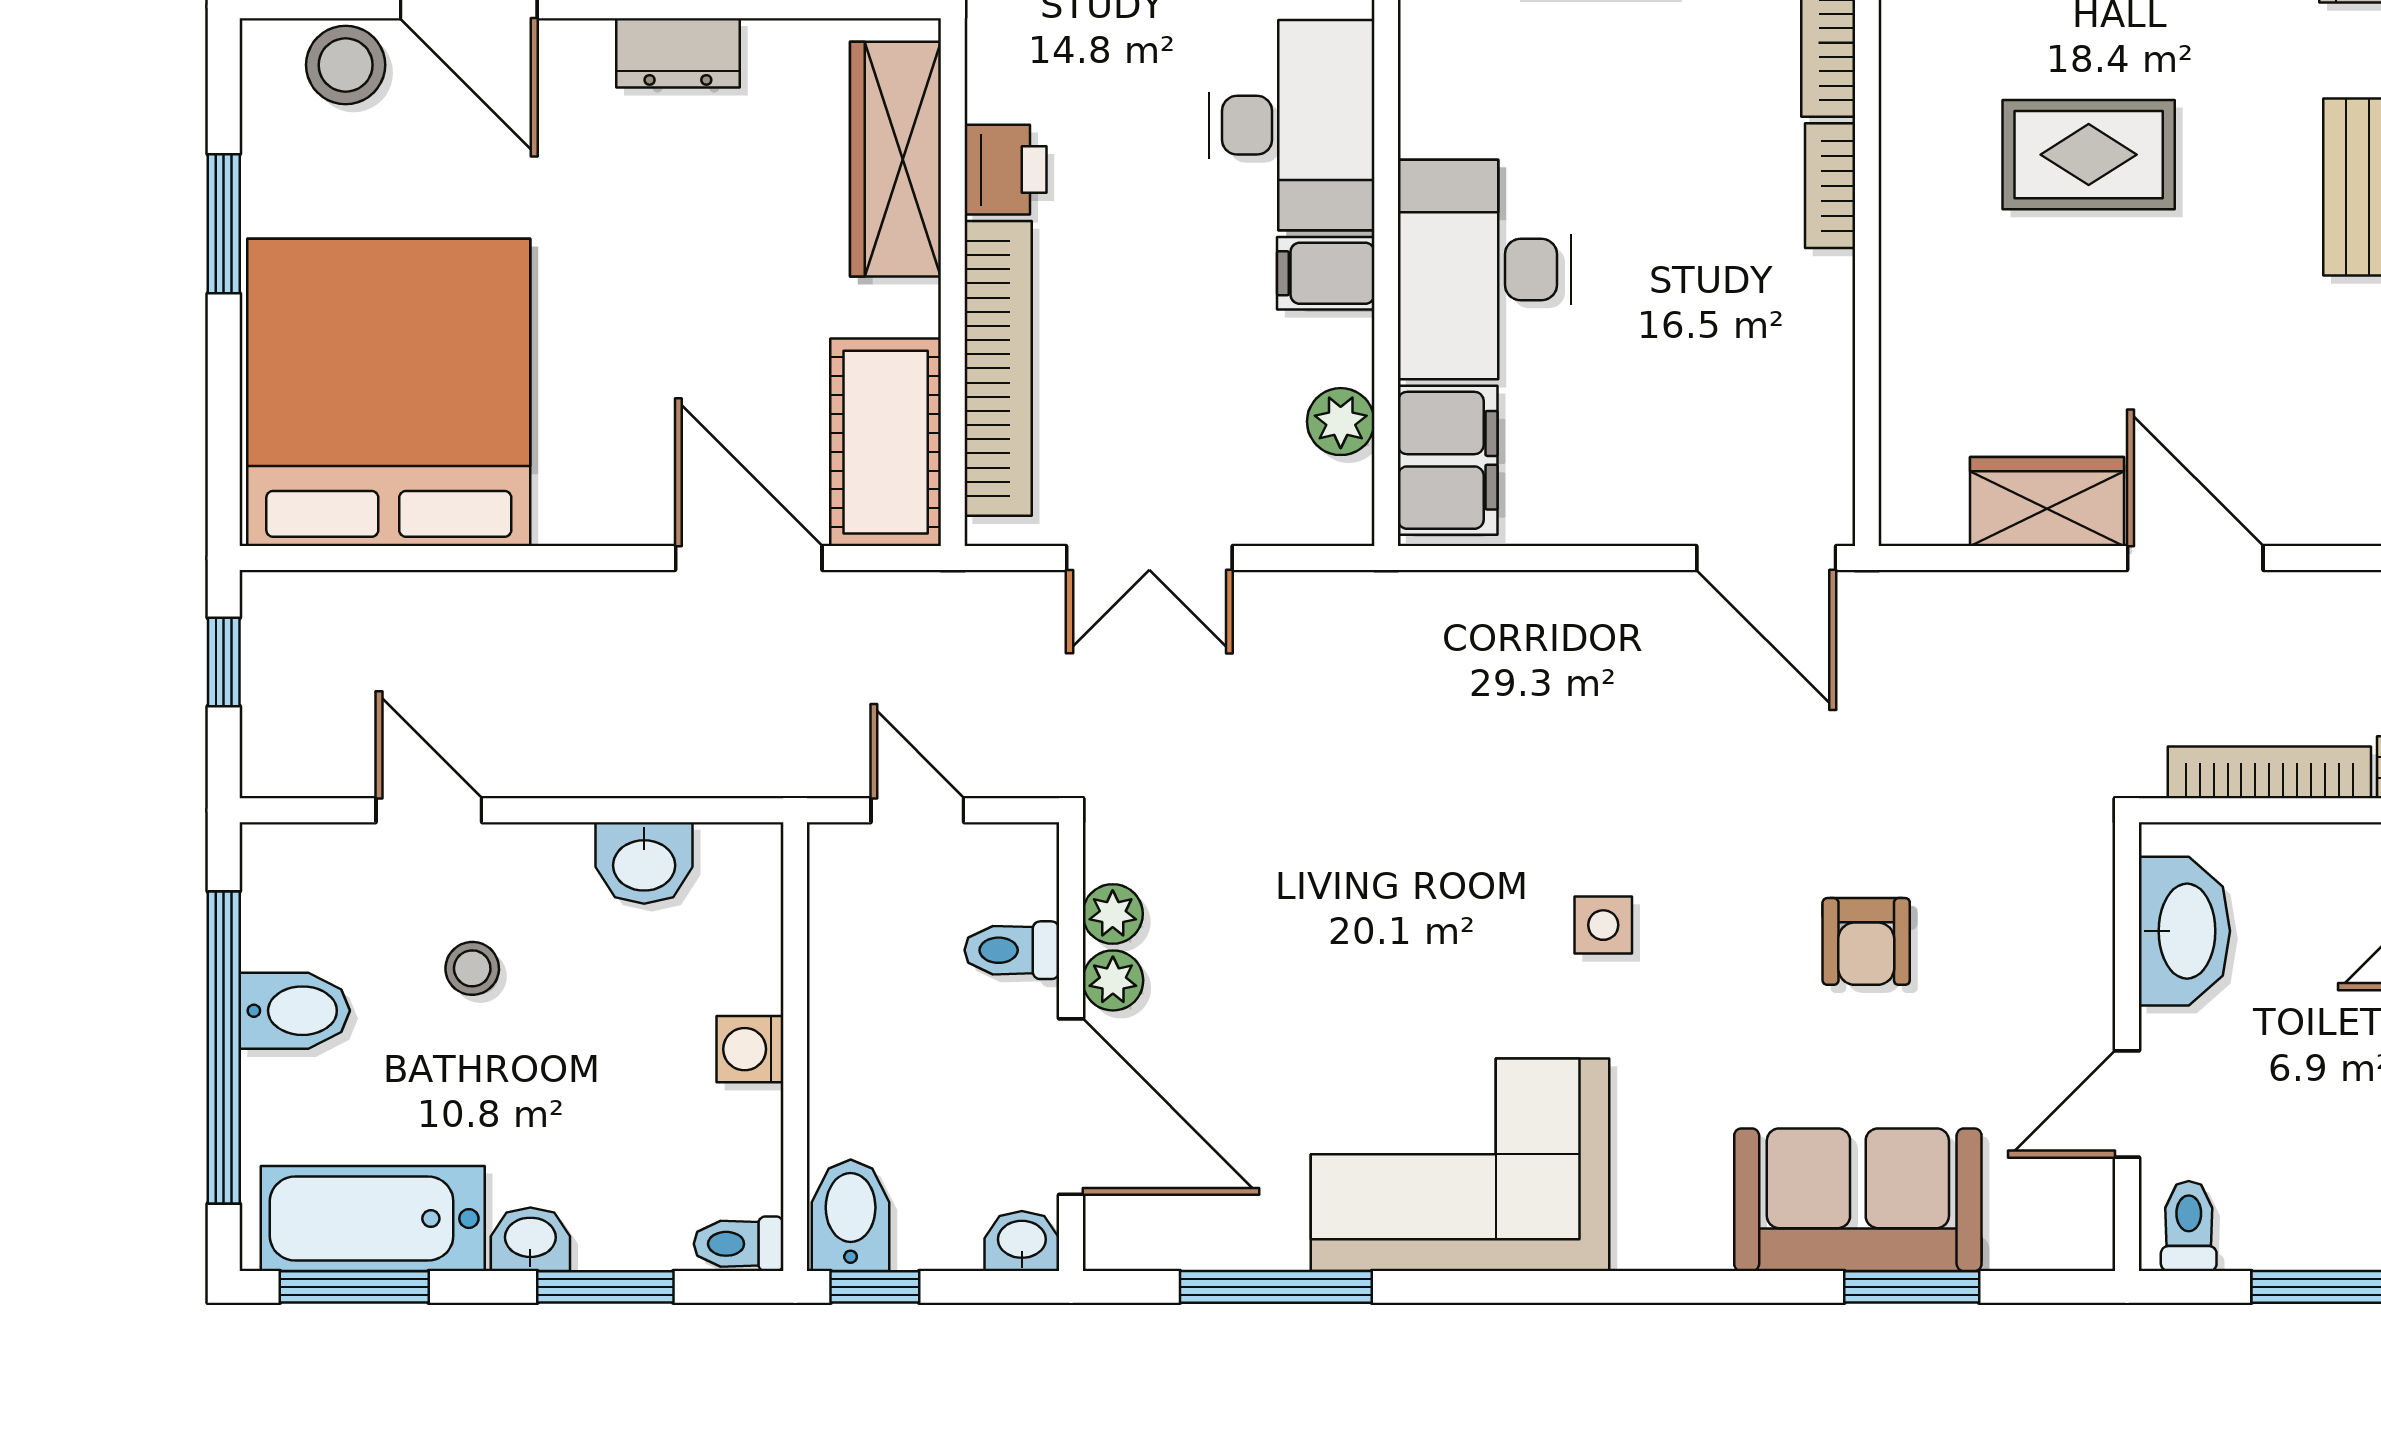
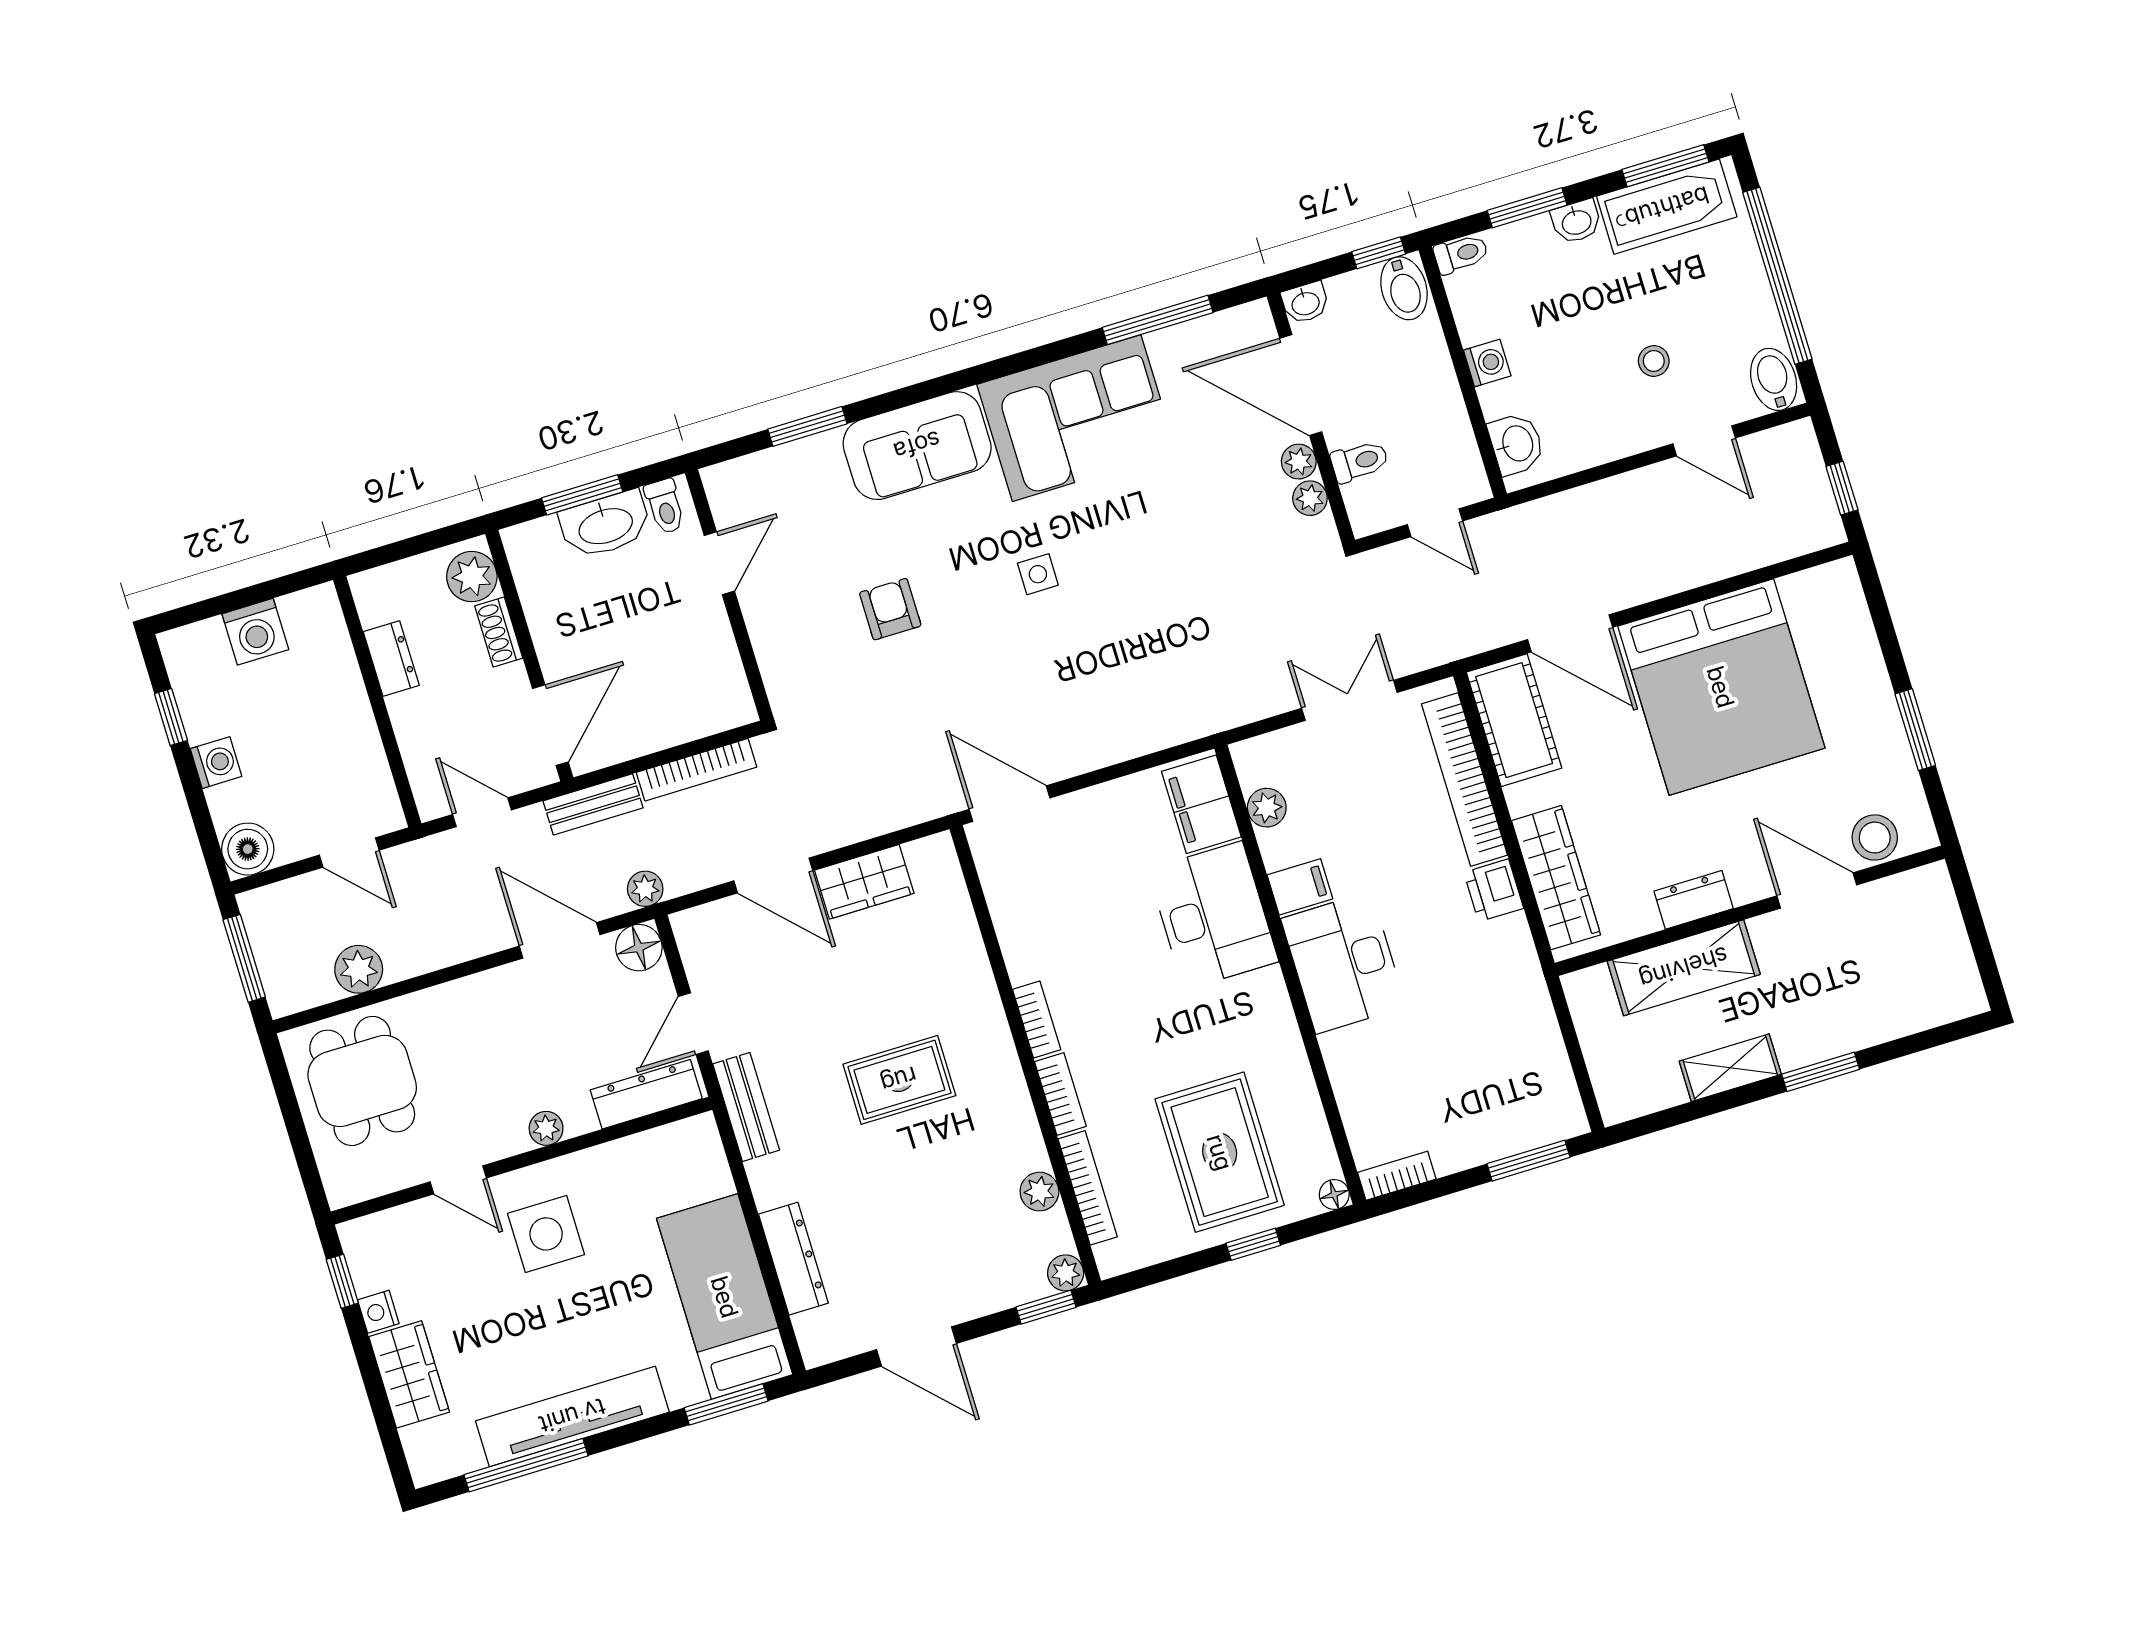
bed: (389, 392) -> (1721, 687), moved
washbasin: (644, 863) -> (1516, 444), moved, turned 90
washbasin: (2184, 931) -> (605, 525), moved, turned -90
bidet: (295, 1011) -> (1774, 379), moved, turned 90
sofa: (1858, 1200) -> (917, 446), moved

